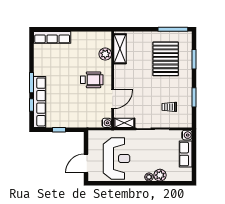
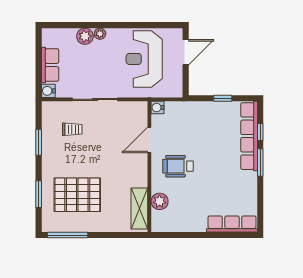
pallet: (166, 59) -> (77, 195), turned 90
shelving: (124, 123) -> (134, 108), removed

